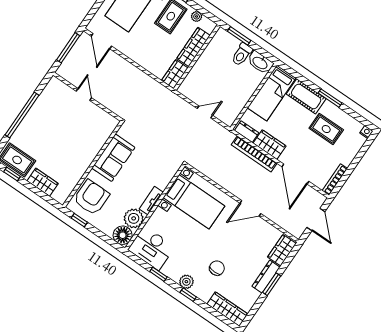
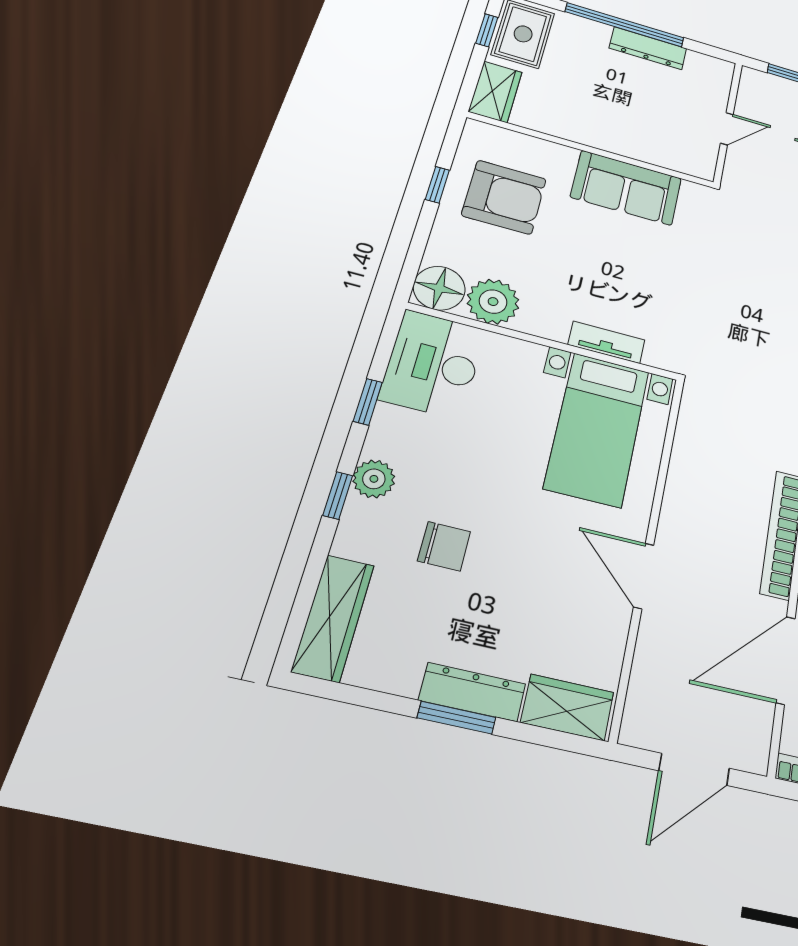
dresser: (36, 110) -> (648, 48), added
sofa: (113, 158) -> (626, 188), moved
wall: (93, 164) -> (592, 150), moved
tv unit: (151, 201) -> (607, 342), moved

